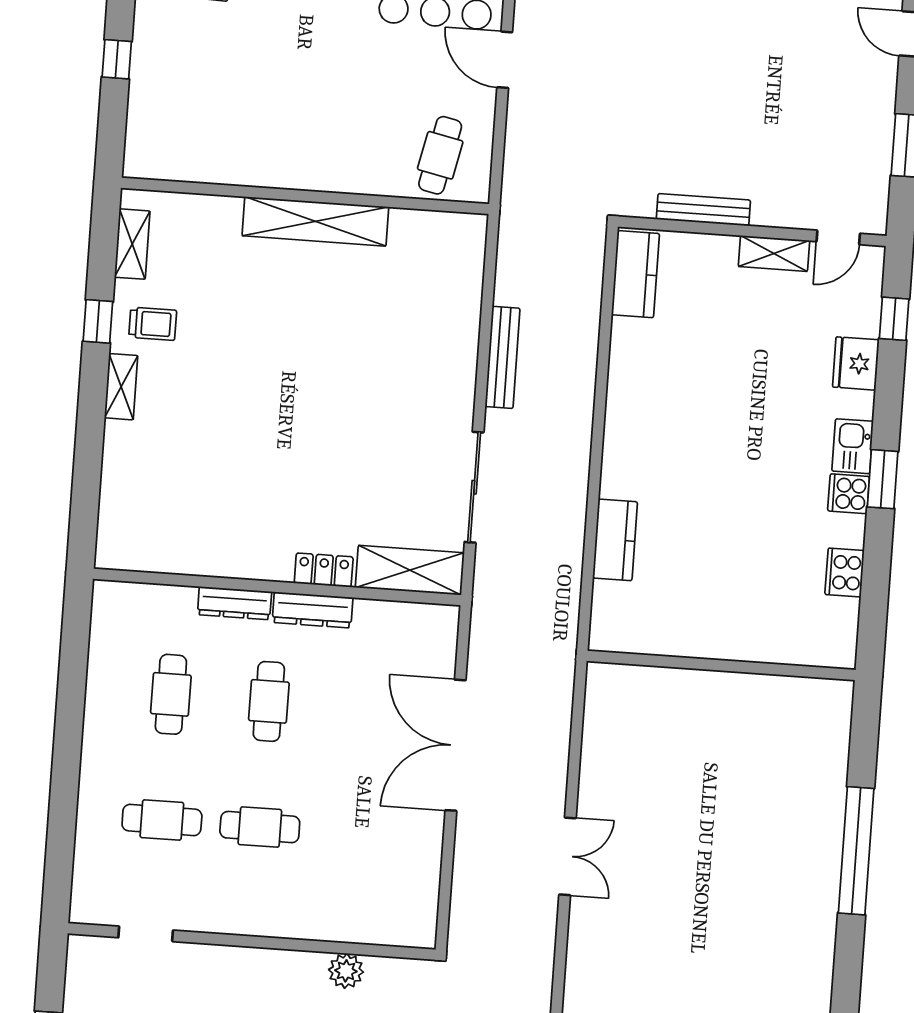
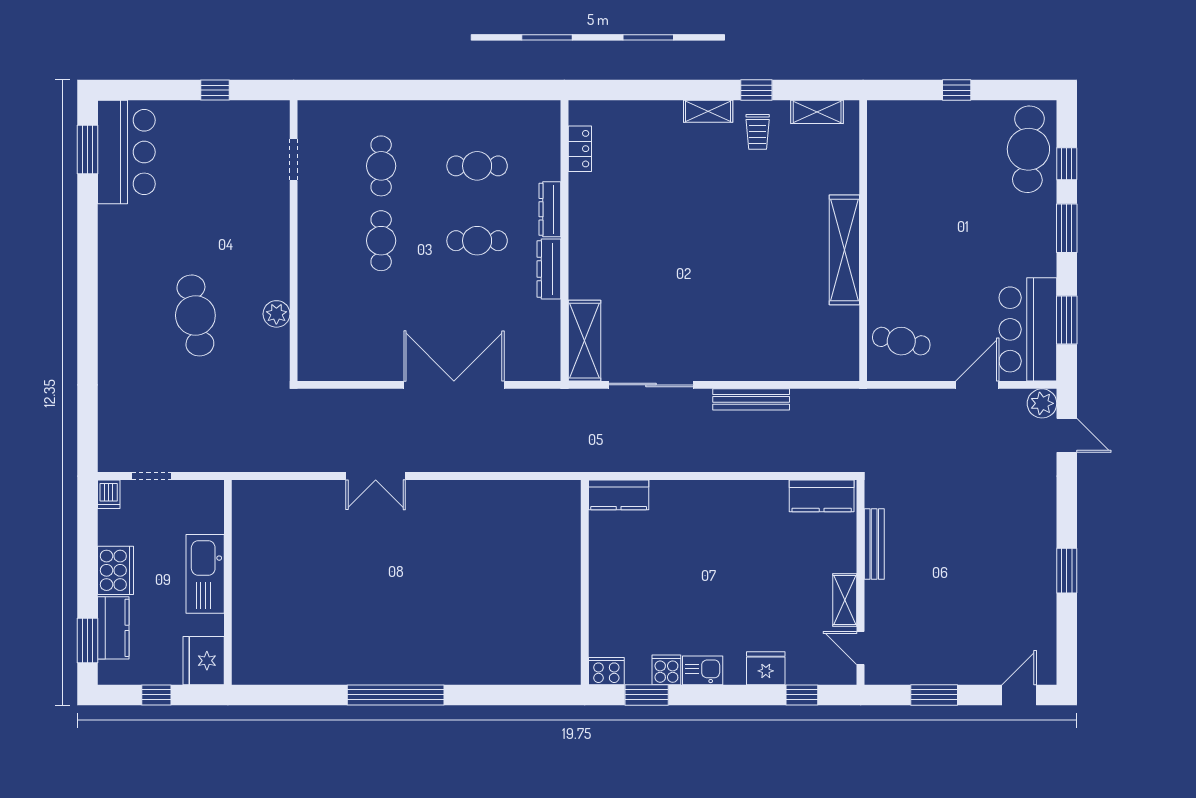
window: (883, 479) -> (647, 695), moved
locker: (324, 570) -> (580, 149), moved
wall: (721, 665) -> (585, 582), moved

